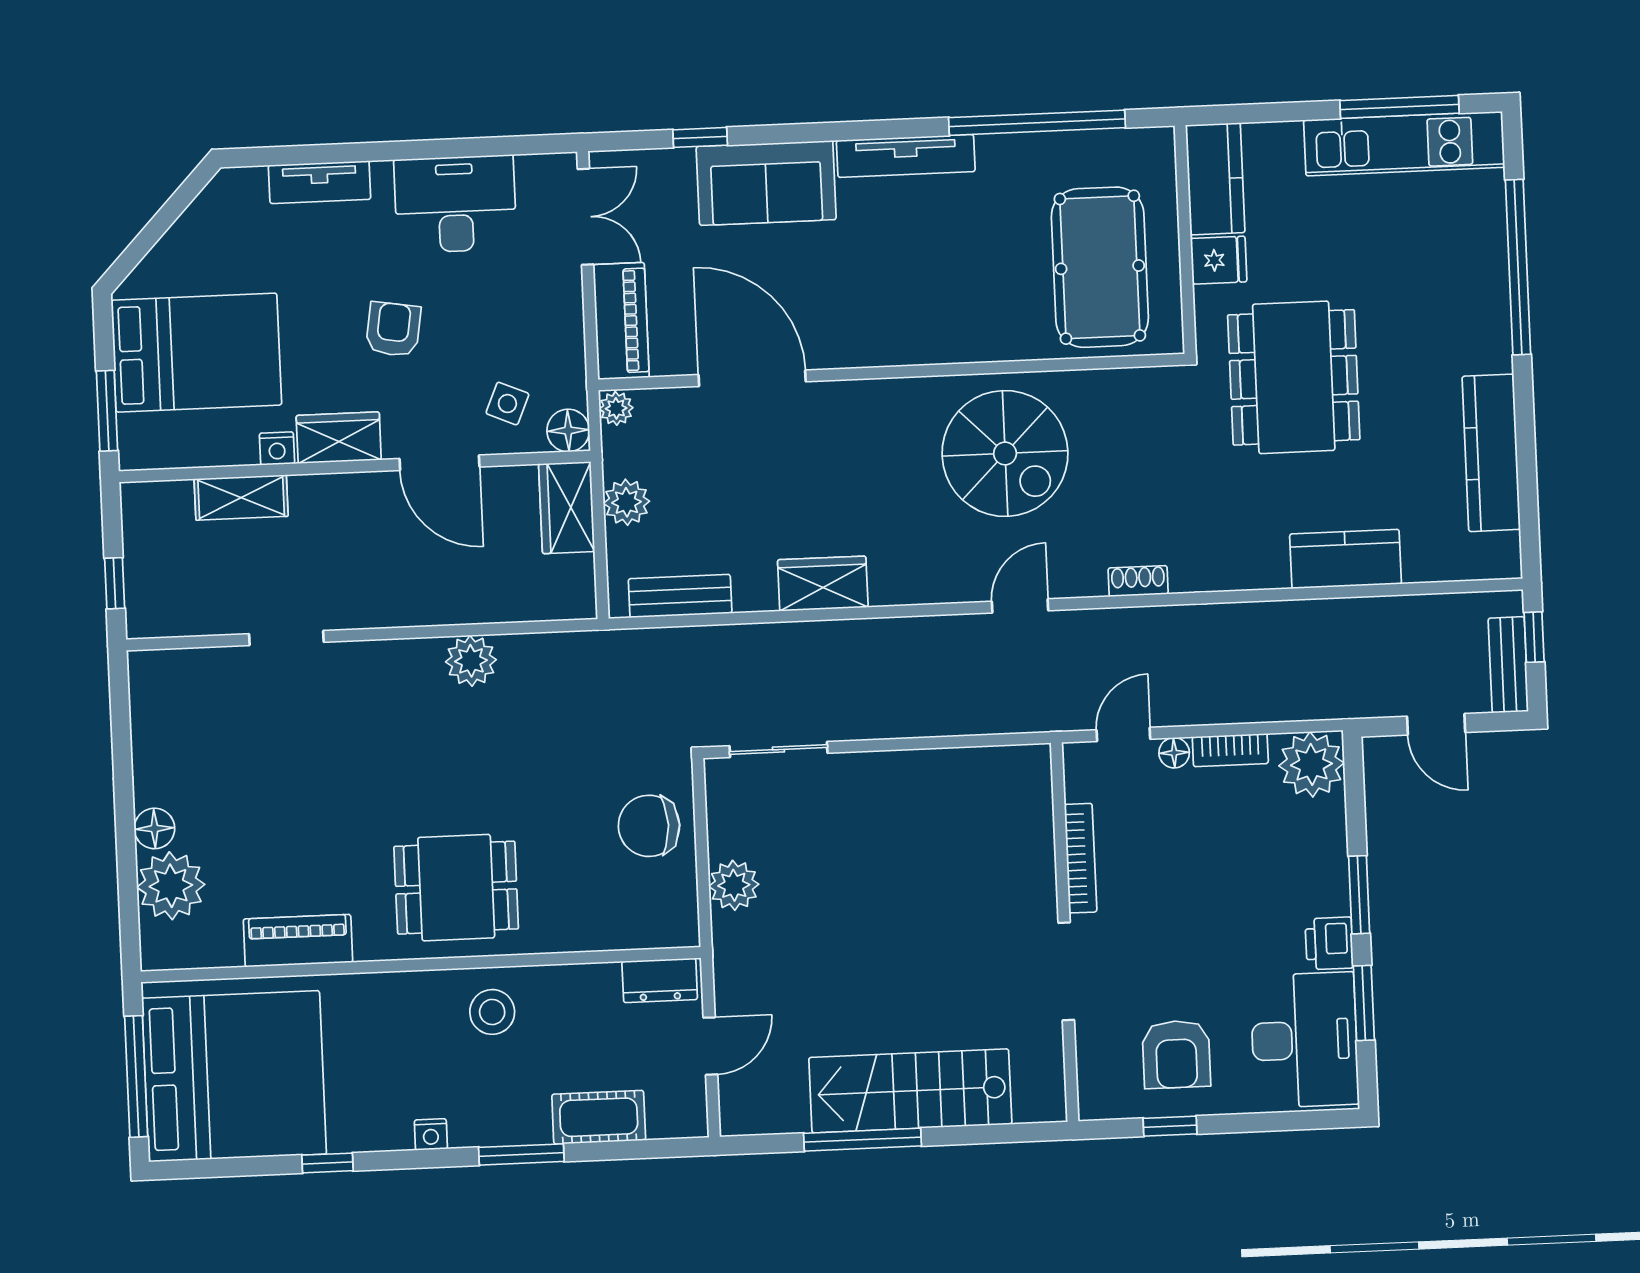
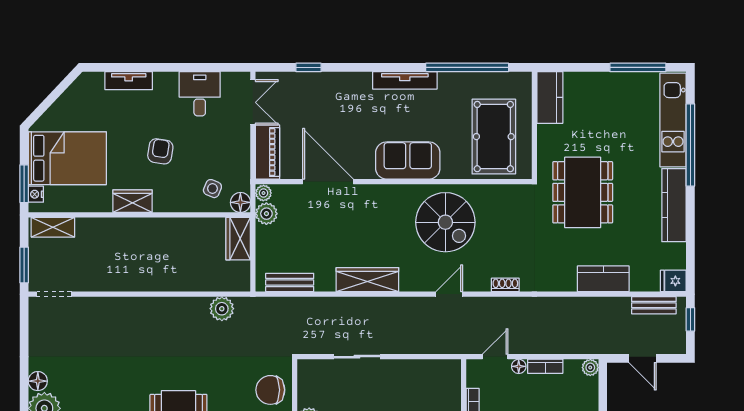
kitchen unit: (1404, 144) -> (673, 120), moved, turned 90
sofa: (766, 183) -> (408, 161), moved, turned 180
desk: (455, 204) -> (200, 94), width x0.73
fridge: (1219, 260) -> (673, 281), moved, turned 180
nightstand: (277, 448) -> (36, 194), moved, turned 90
kitchen counter: (1491, 453) -> (674, 205), moved
door: (439, 463) -> (179, 215), removed
shelving: (241, 498) -> (53, 227), moved
plant: (626, 502) -> (266, 214), moved
window: (115, 583) -> (24, 265), width x1.50
wardrobe: (823, 584) -> (367, 280), width x1.50
doorway: (286, 638) -> (54, 294), moved
plant: (471, 661) -> (222, 309), moved
bench: (1508, 665) -> (654, 305), moved, turned 90
sliding door: (778, 750) -> (357, 357), moved
plant: (1311, 764) -> (590, 367), width x0.53, depth x0.53

